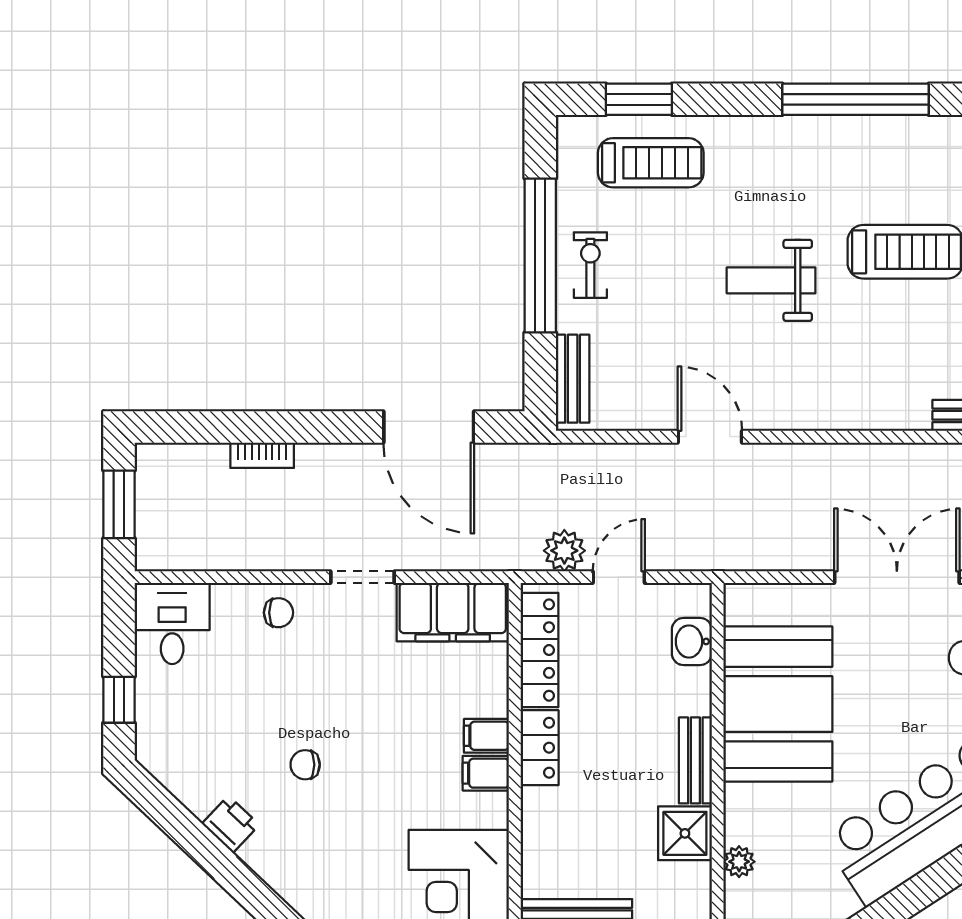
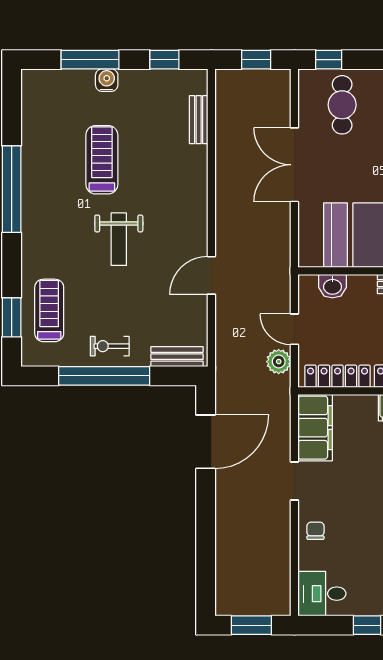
bookcase: (262, 455) -> (222, 540), removed

